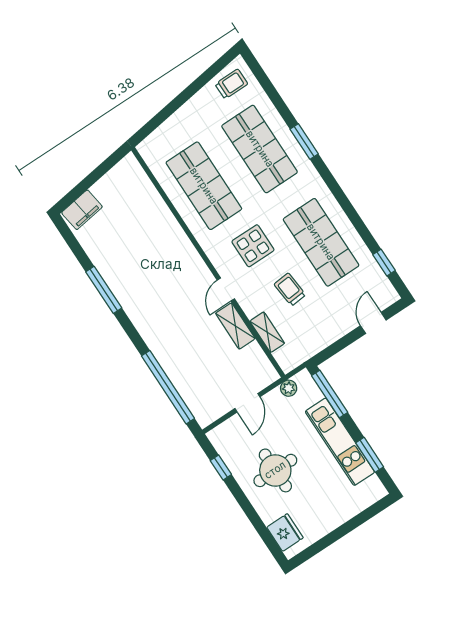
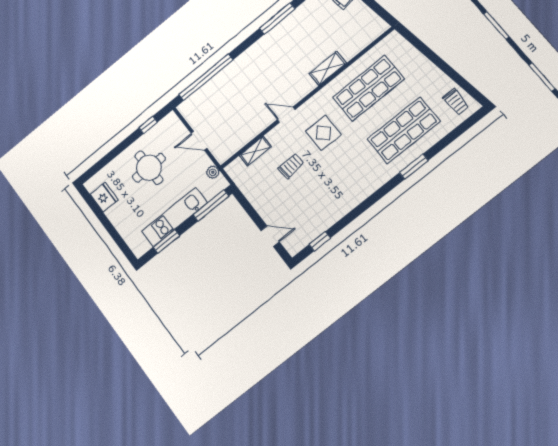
shop shelf: (321, 242) -> (331, 188), removed
shelving: (235, 326) -> (328, 68), moved
fridge: (285, 533) -> (104, 197), moved, turned -90

